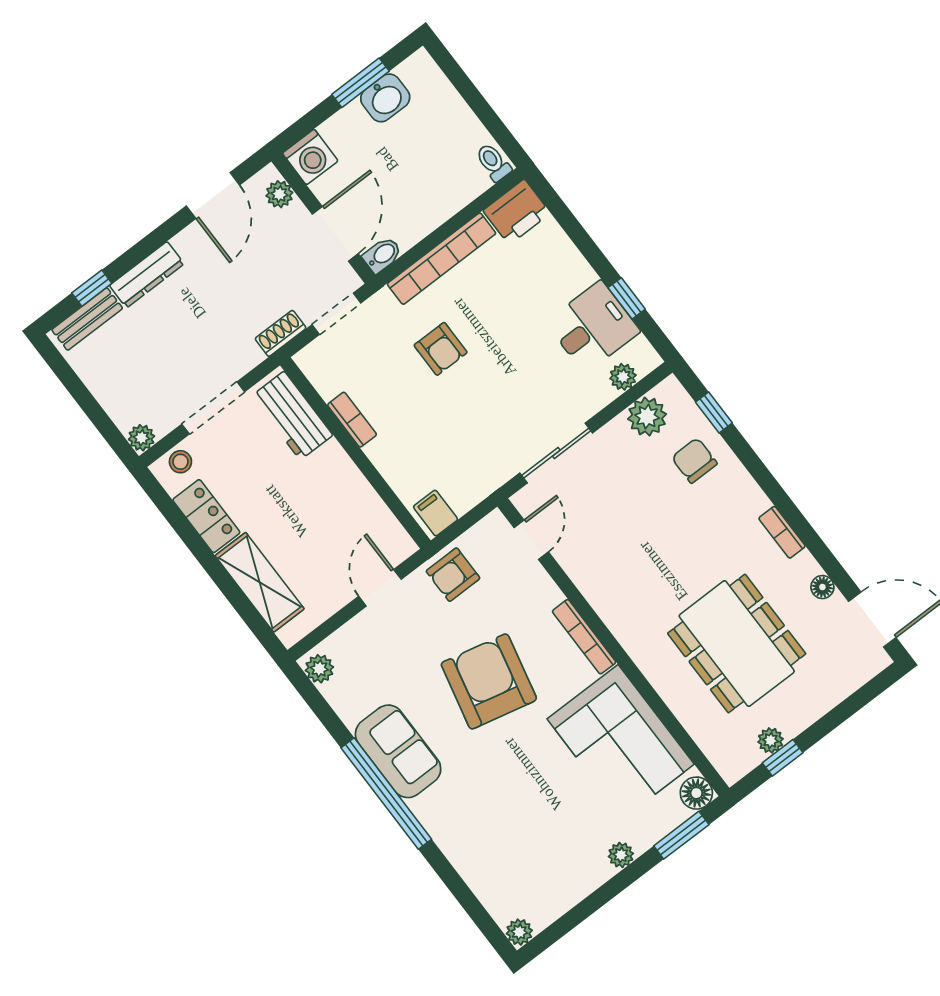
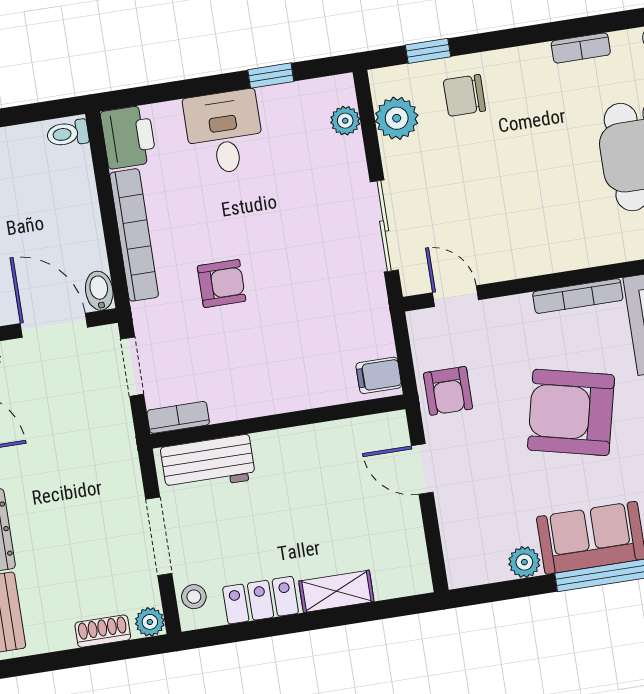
desk: (593, 327) -> (224, 132), moved
shoe rack: (281, 333) -> (103, 631), moved, turned 90
bookcase: (352, 420) -> (178, 417), moved
shelving: (260, 582) -> (336, 591), width x0.67, depth x0.75
plant: (319, 669) -> (524, 562), moved

